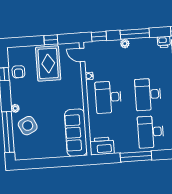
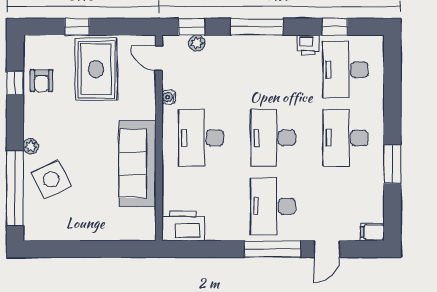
window: (51, 40) -> (77, 27), moved
plant: (125, 44) -> (197, 43), moved
sofa: (76, 133) -> (138, 164), moved
window: (136, 157) -> (272, 249), moved

